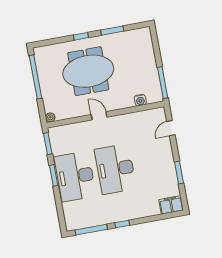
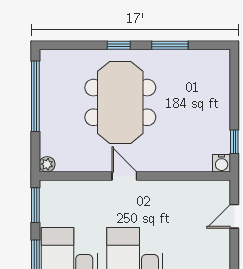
meeting table: (88, 71) -> (120, 102), turned 90
window: (163, 83) -> (234, 142), width x0.46
water cooler: (140, 100) -> (222, 163), moved

